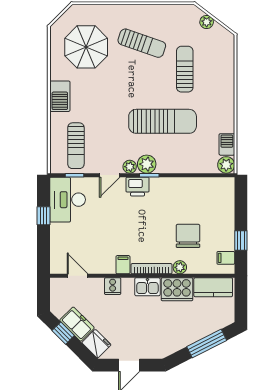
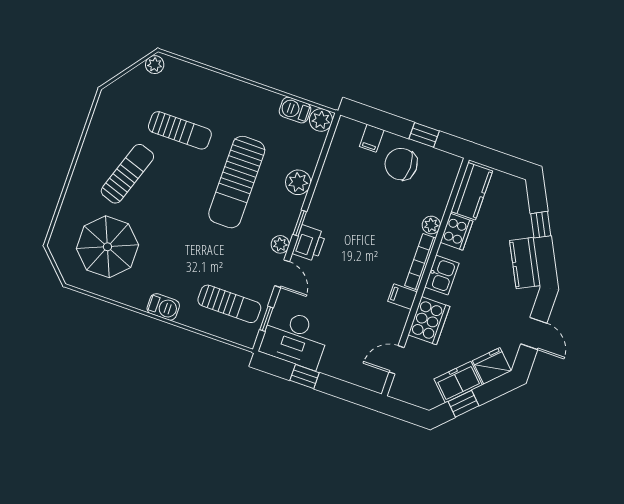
plant: (207, 22) -> (155, 65), moved
sun lounger: (185, 69) -> (180, 130), turned 180
barbecue: (60, 96) -> (163, 307), width x0.73, depth x0.79
sun lounger: (163, 121) -> (237, 182), turned 180
plant: (147, 164) -> (298, 182), moved
chair: (188, 236) -> (401, 164), moved
filing cabinet: (226, 258) -> (372, 138), moved
cooker: (113, 286) -> (429, 321), width x1.87, depth x1.31
cooker: (177, 289) -> (457, 232), width x0.73, depth x0.76
kitchen counter: (176, 342) -> (525, 263), added
window: (207, 344) -> (541, 225), width x0.46

